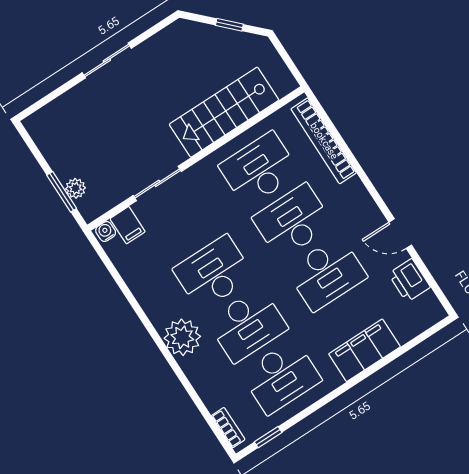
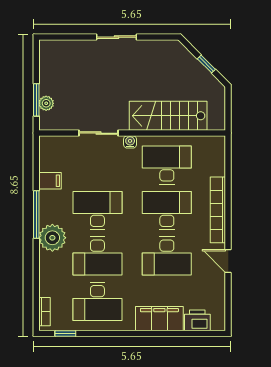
bookcase: (324, 141) -> (218, 210), moved
filing cabinet: (128, 225) -> (50, 181), moved, turned -90
water cooler: (106, 231) -> (130, 142), moved
printer: (409, 280) -> (197, 320), moved, turned 90
window: (147, 323) -> (36, 215), added

